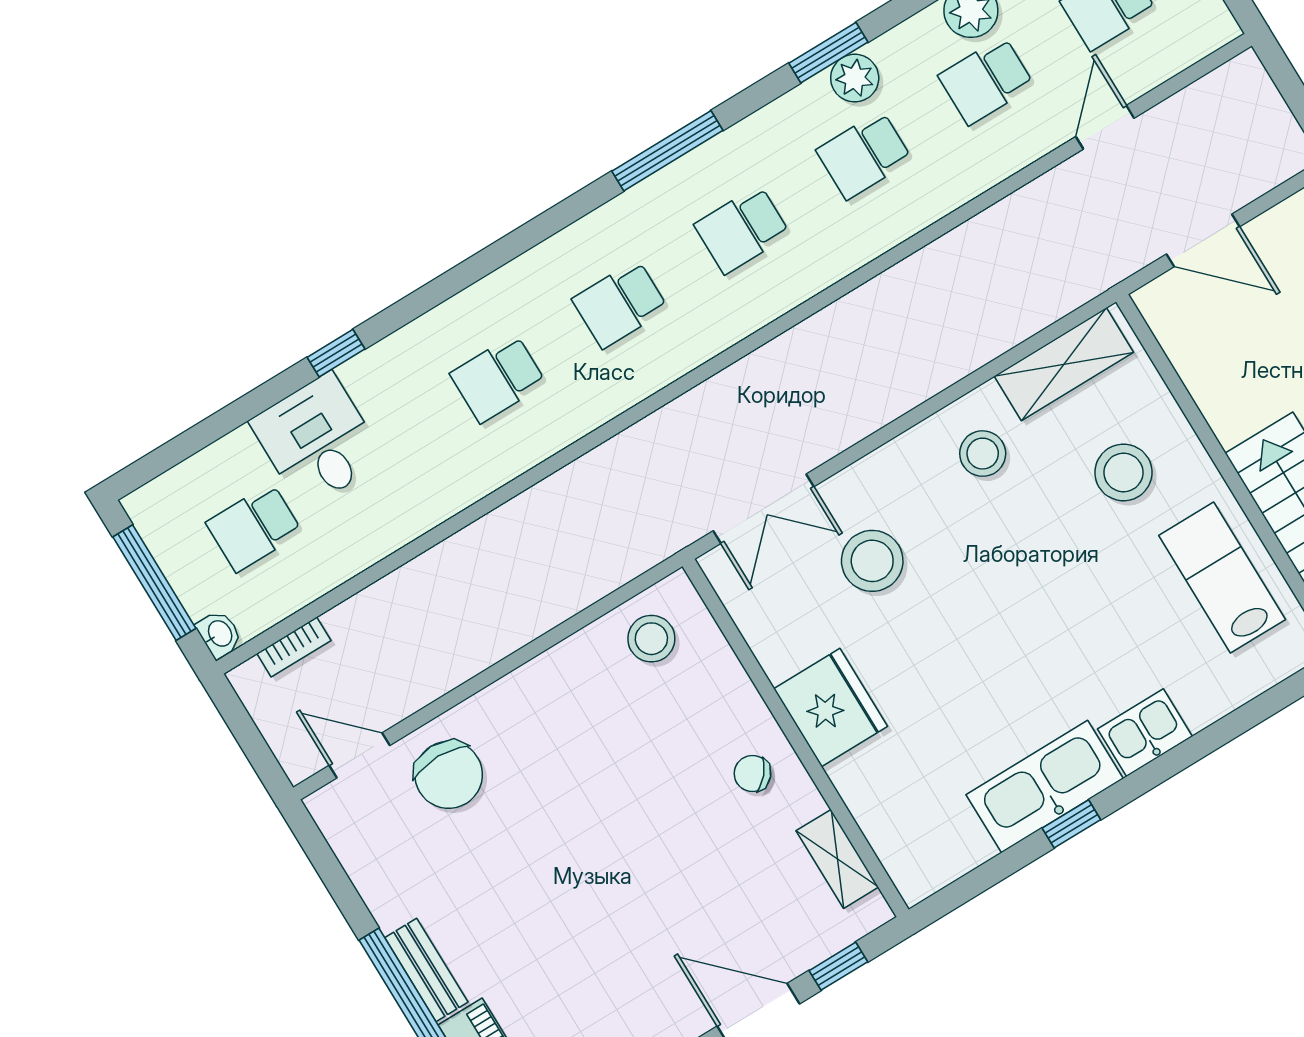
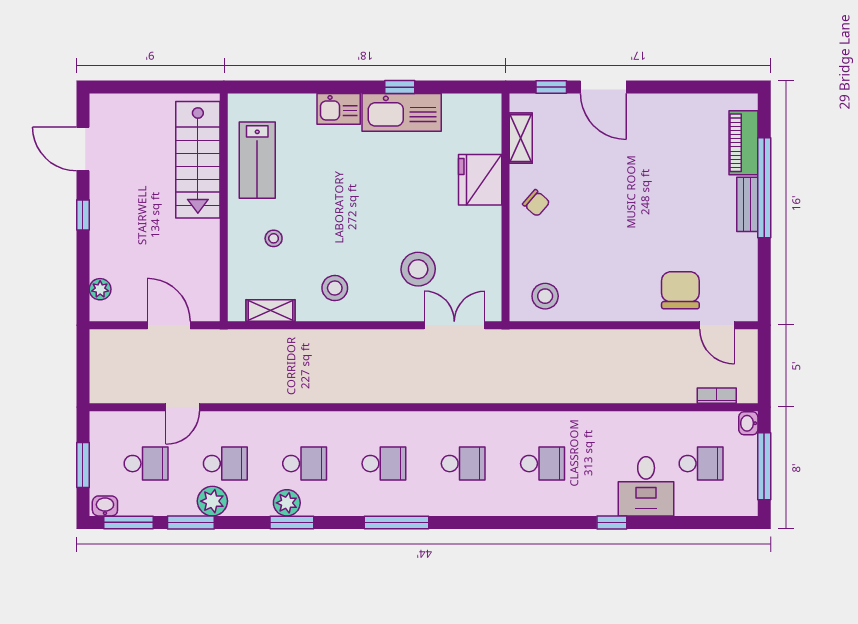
shelving: (1064, 364) -> (271, 310), width x0.67, depth x0.75
stool: (1123, 472) -> (274, 238), width x0.53, depth x0.53
fridge: (831, 708) -> (480, 180), moved

